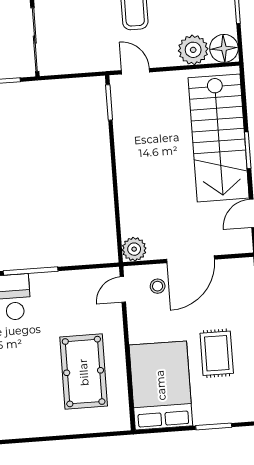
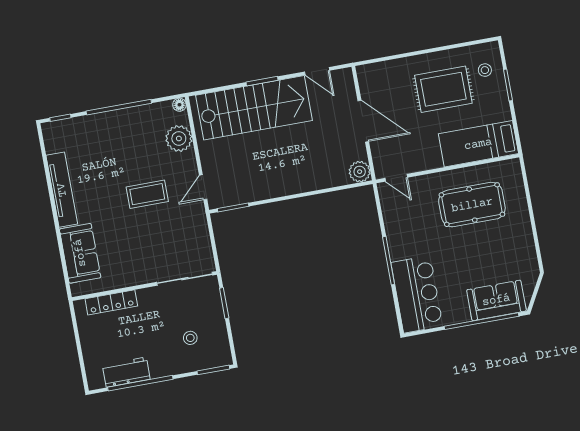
floor lamp: (224, 48) -> (179, 105), width x0.53, depth x0.53
stool: (158, 286) -> (485, 70), moved
rug: (217, 353) -> (443, 89), width x1.36, depth x1.43
bed: (161, 385) -> (478, 144), width x0.67

